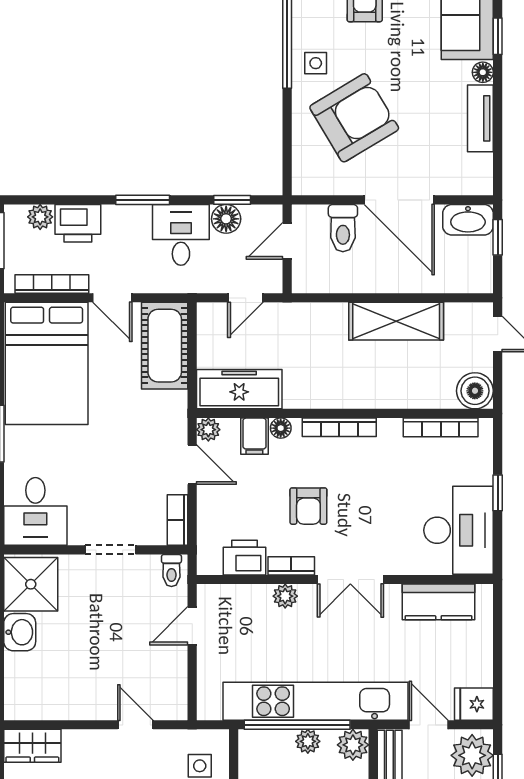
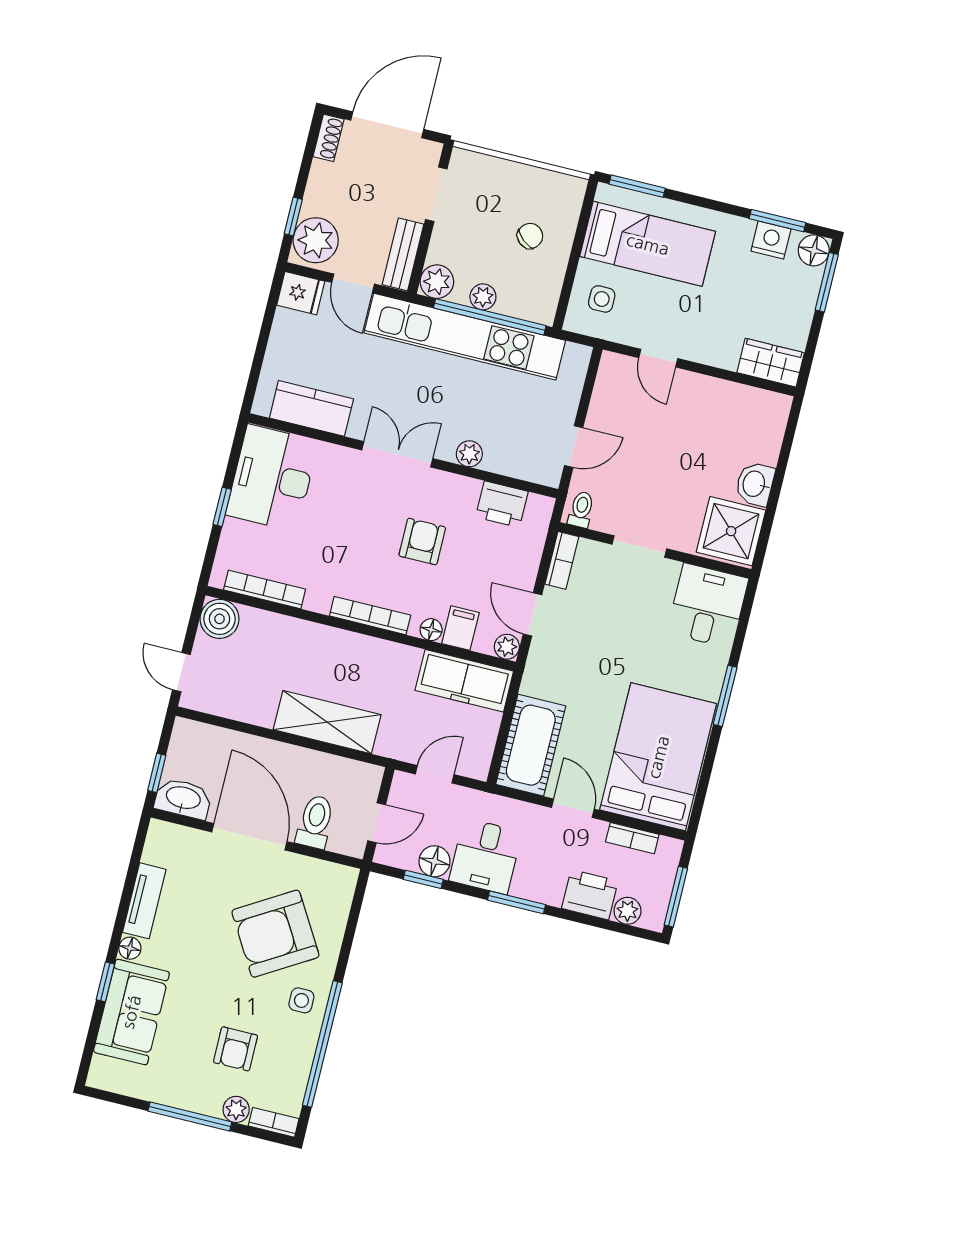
bookcase: (52, 284) -> (632, 838), width x0.64
shelving: (396, 321) -> (327, 722), moved
bookcase: (291, 566) -> (455, 484), removed

